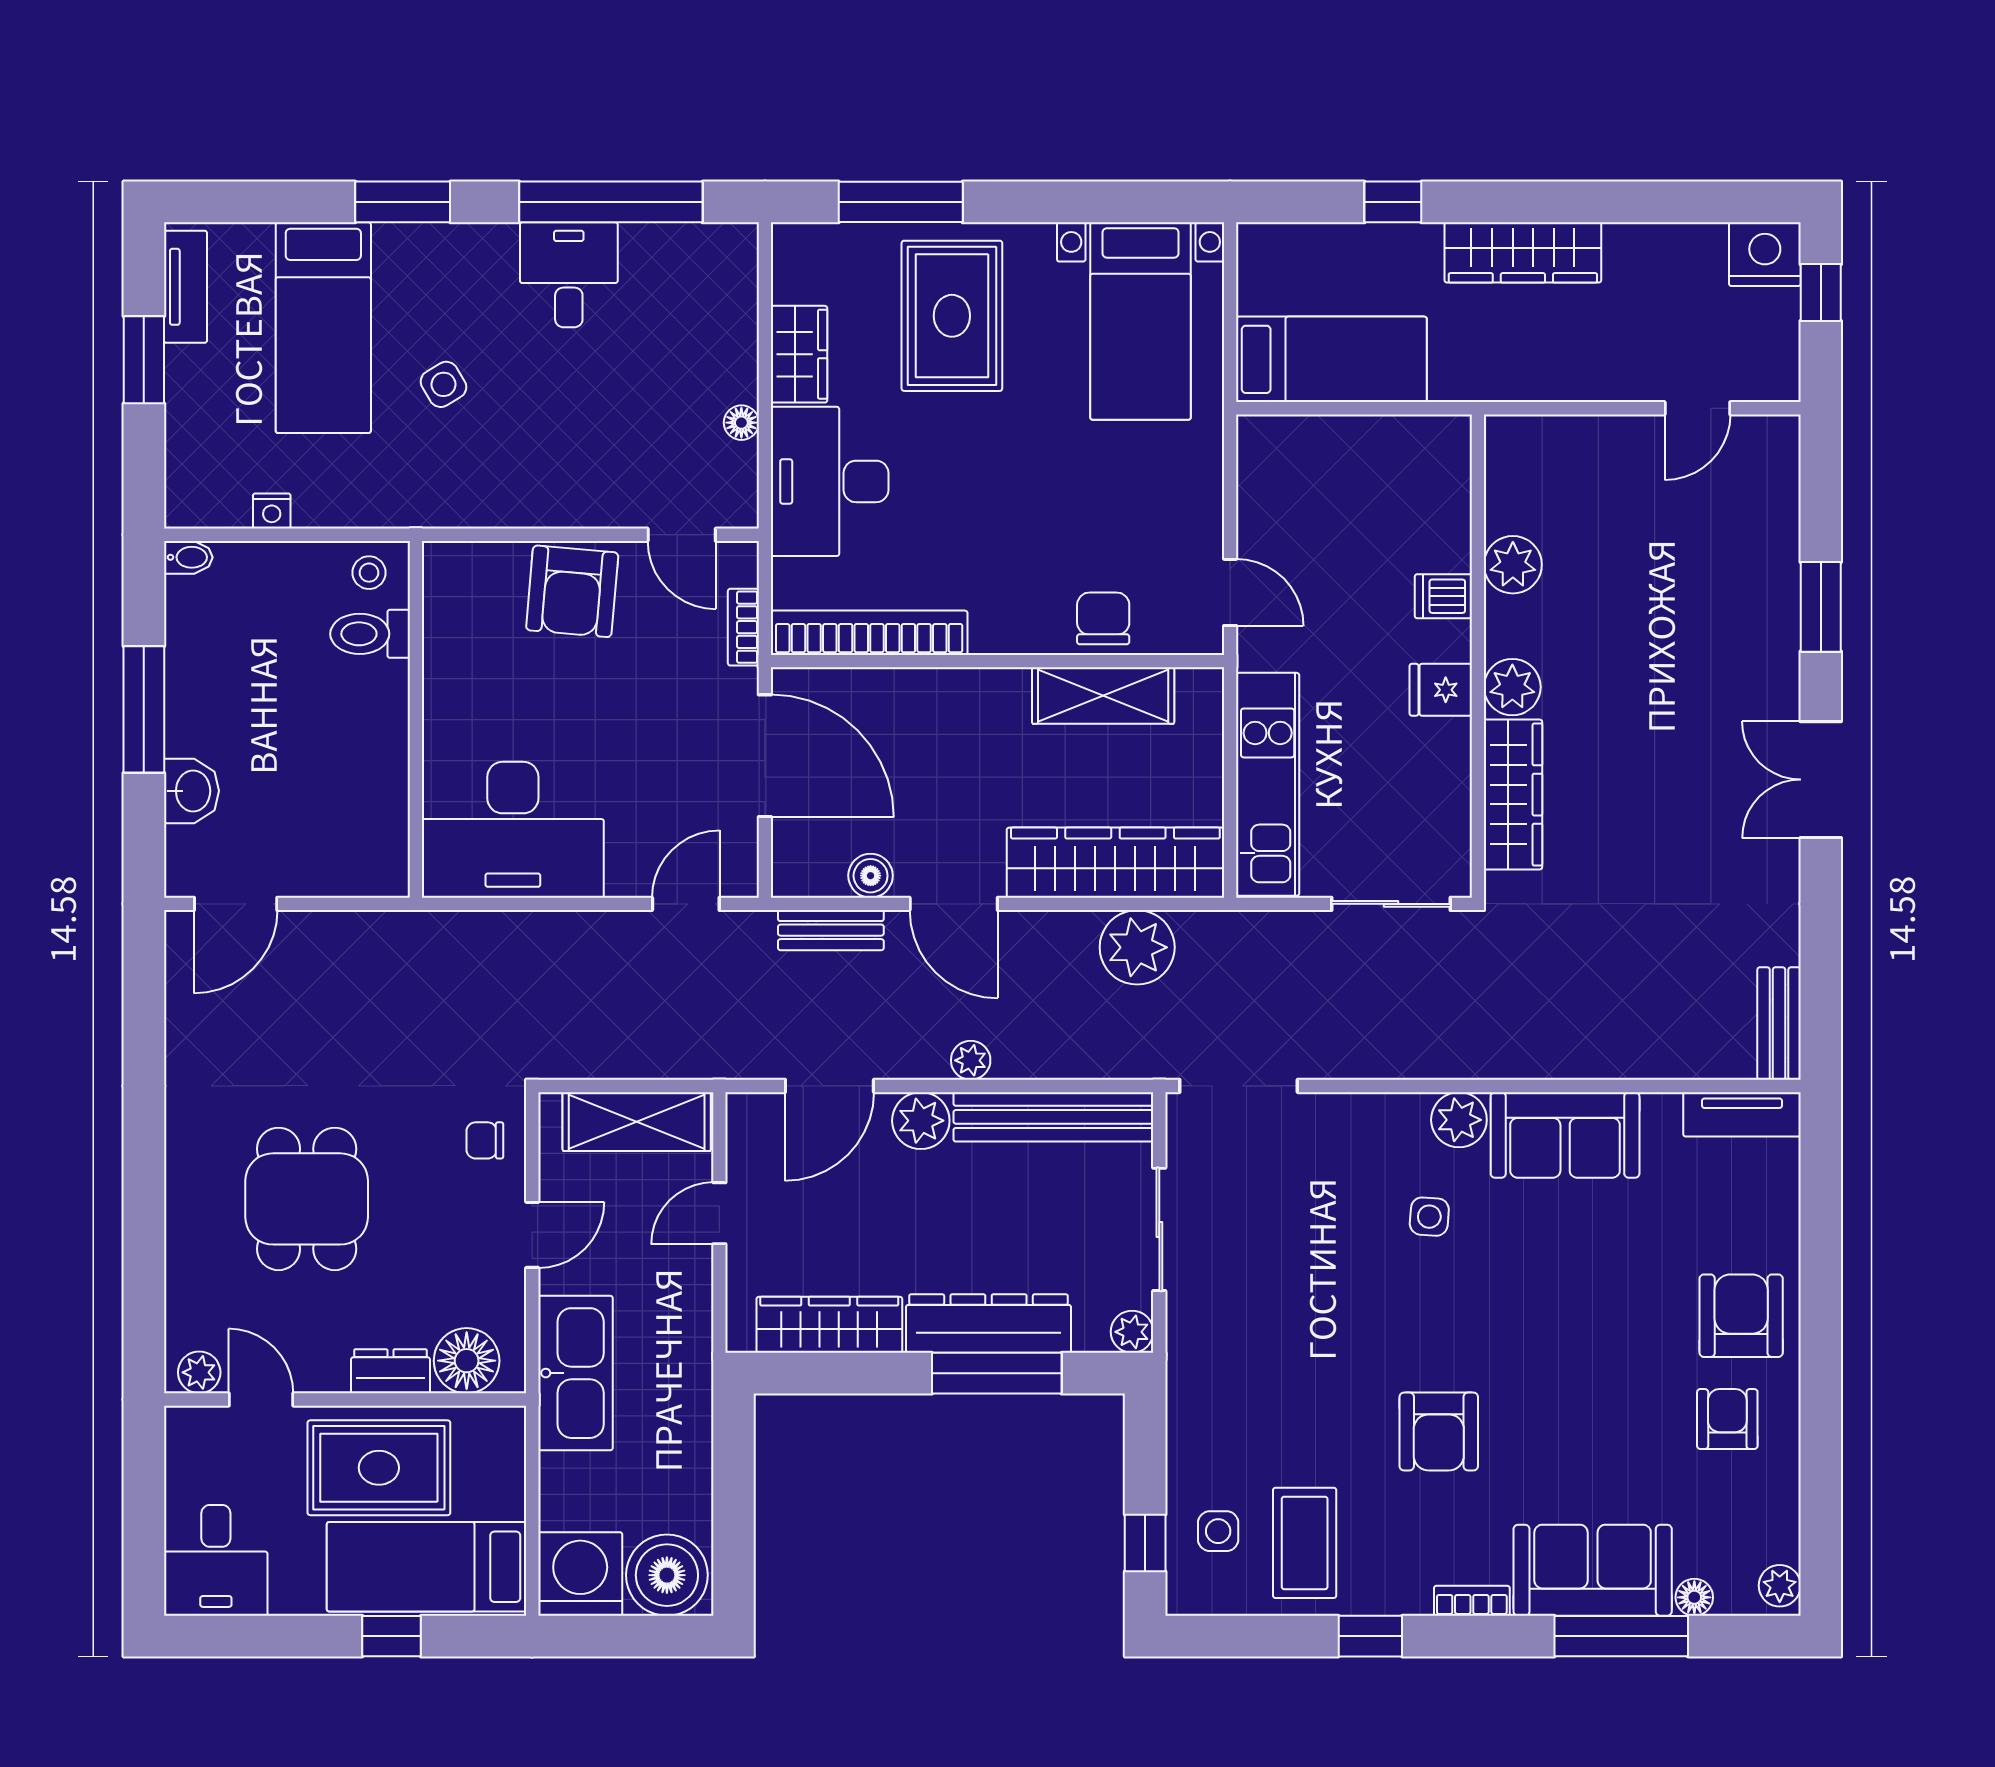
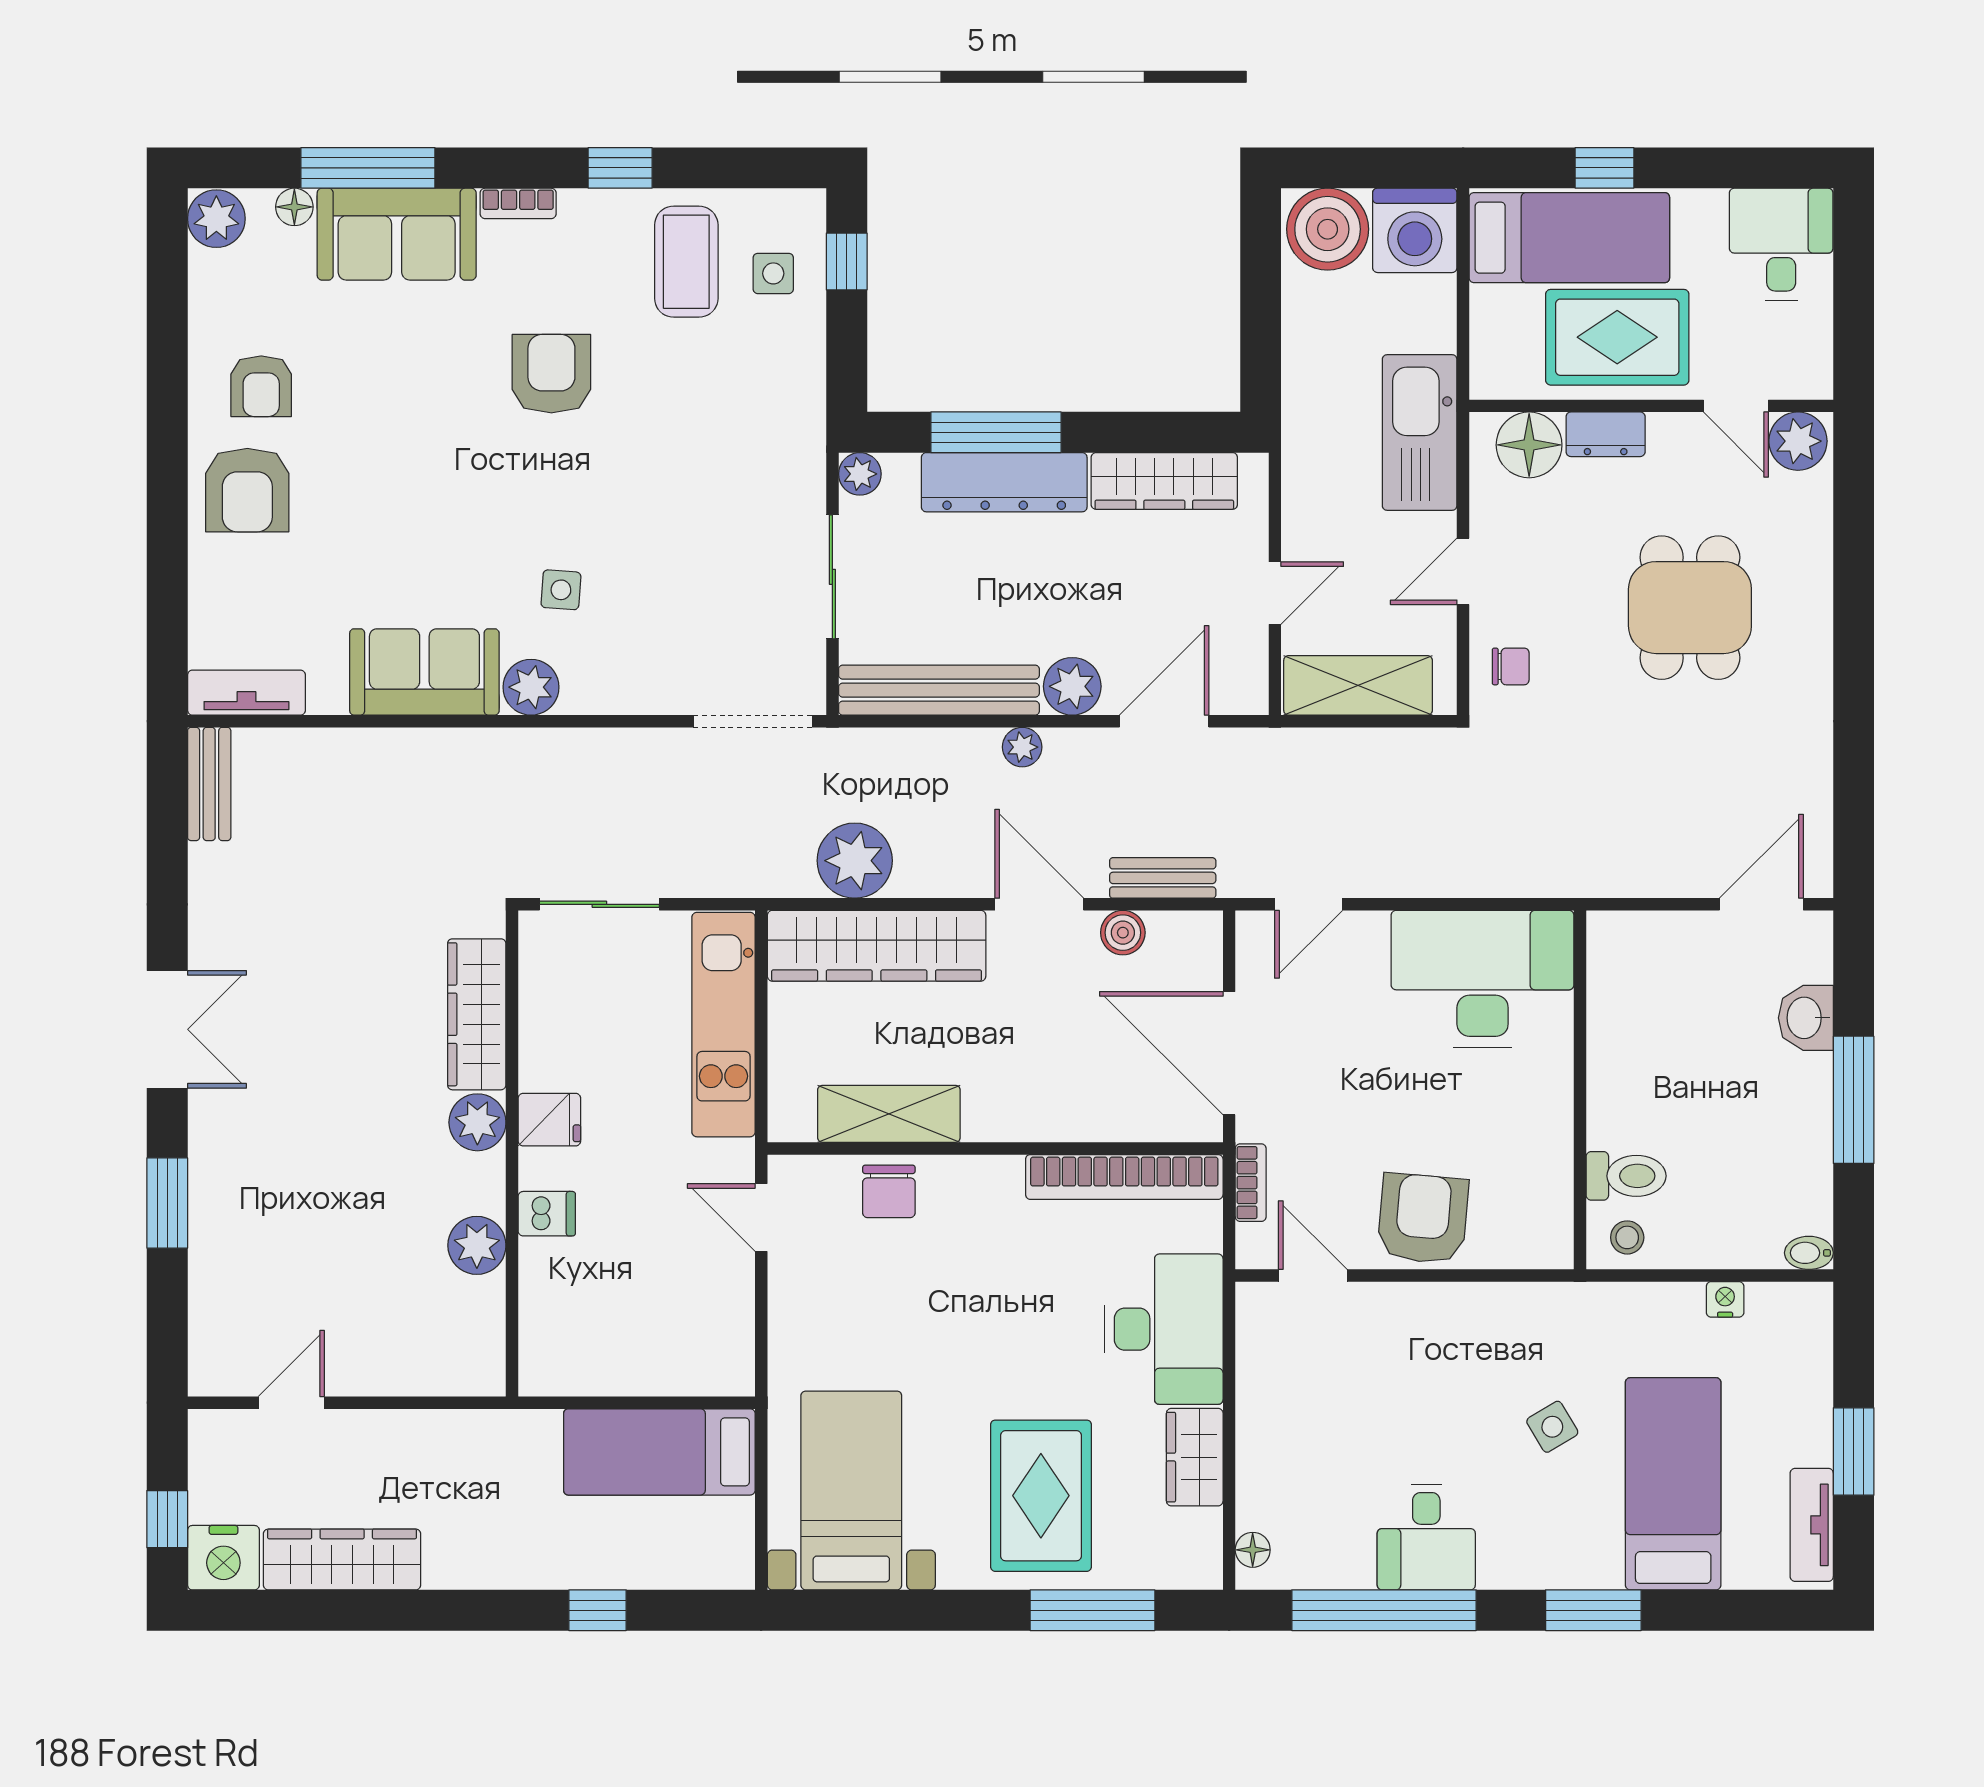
wardrobe: (1523, 252) -> (342, 1559), moved
floor lamp: (741, 423) -> (1253, 1550), moved
plant: (199, 1372) -> (1798, 441), width x1.38, depth x1.38
plant: (1780, 1586) -> (216, 219), width x1.38, depth x1.38

